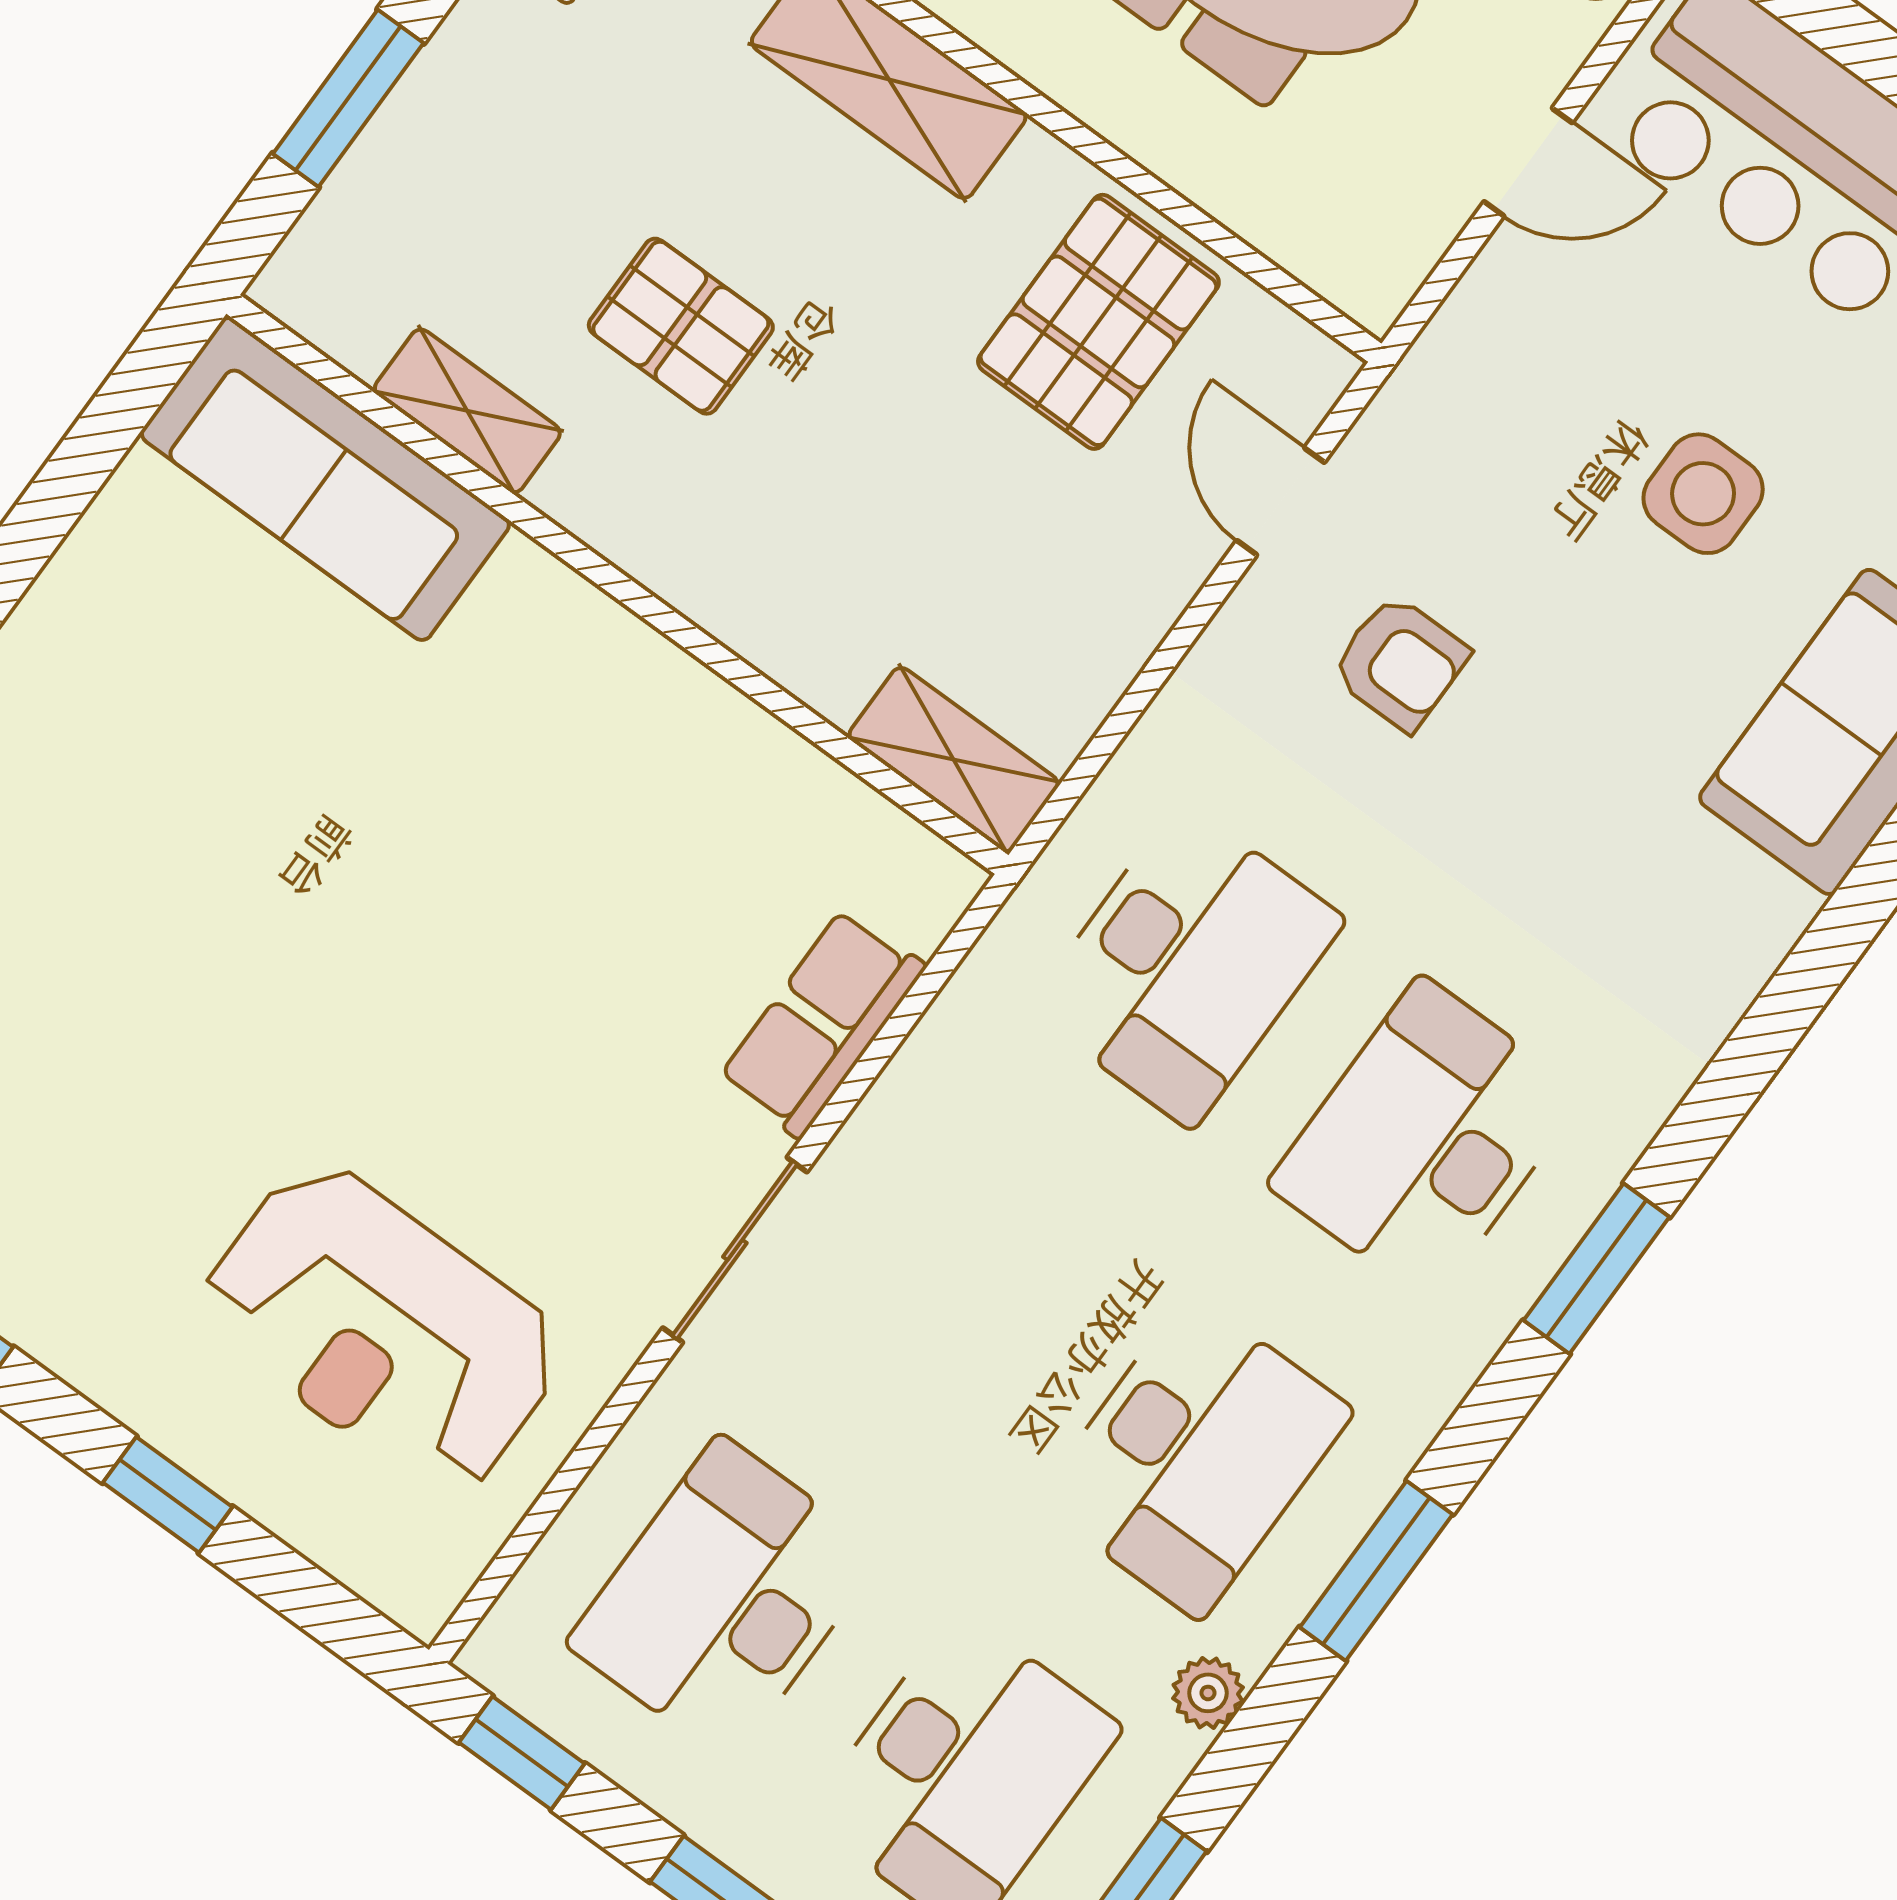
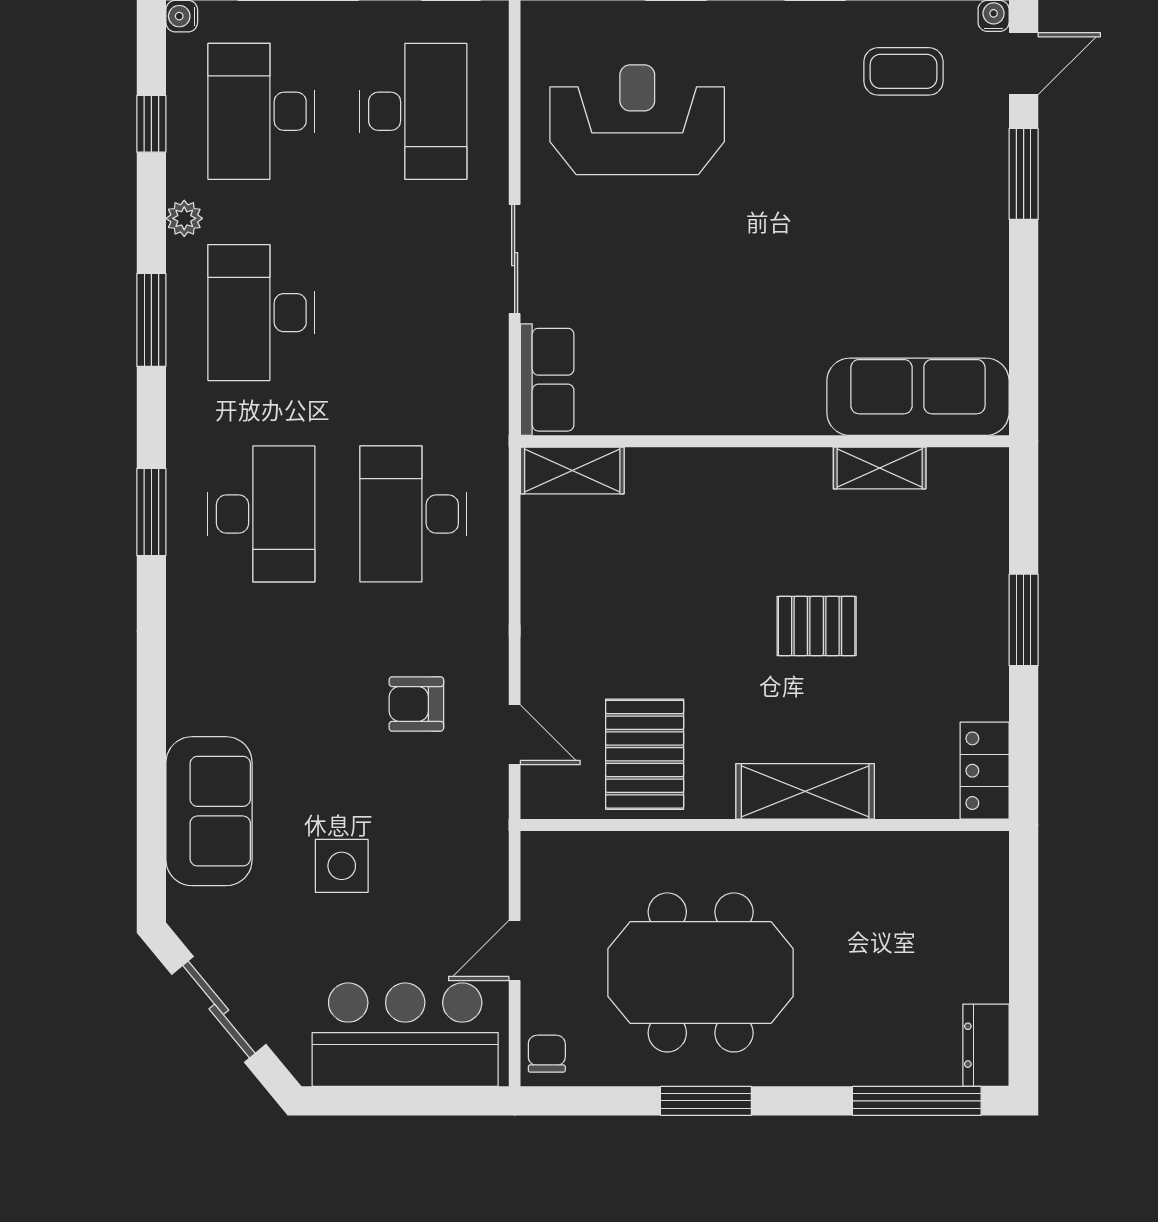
shelving: (467, 411) -> (880, 468), moved
sofa: (325, 479) -> (918, 397), moved
wall: (617, 585) -> (765, 441), moved
shelving: (954, 760) -> (572, 470), moved

